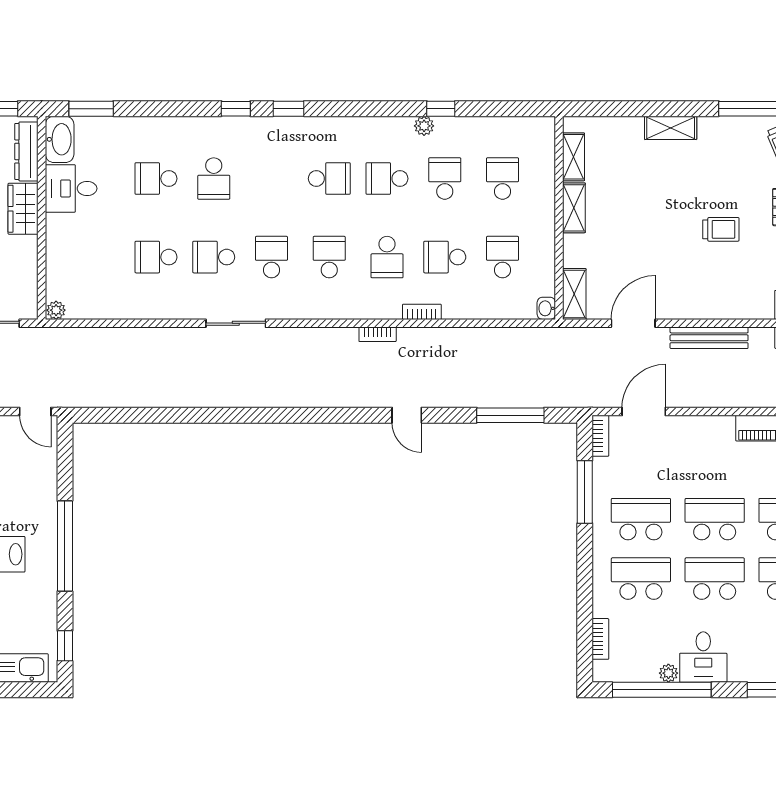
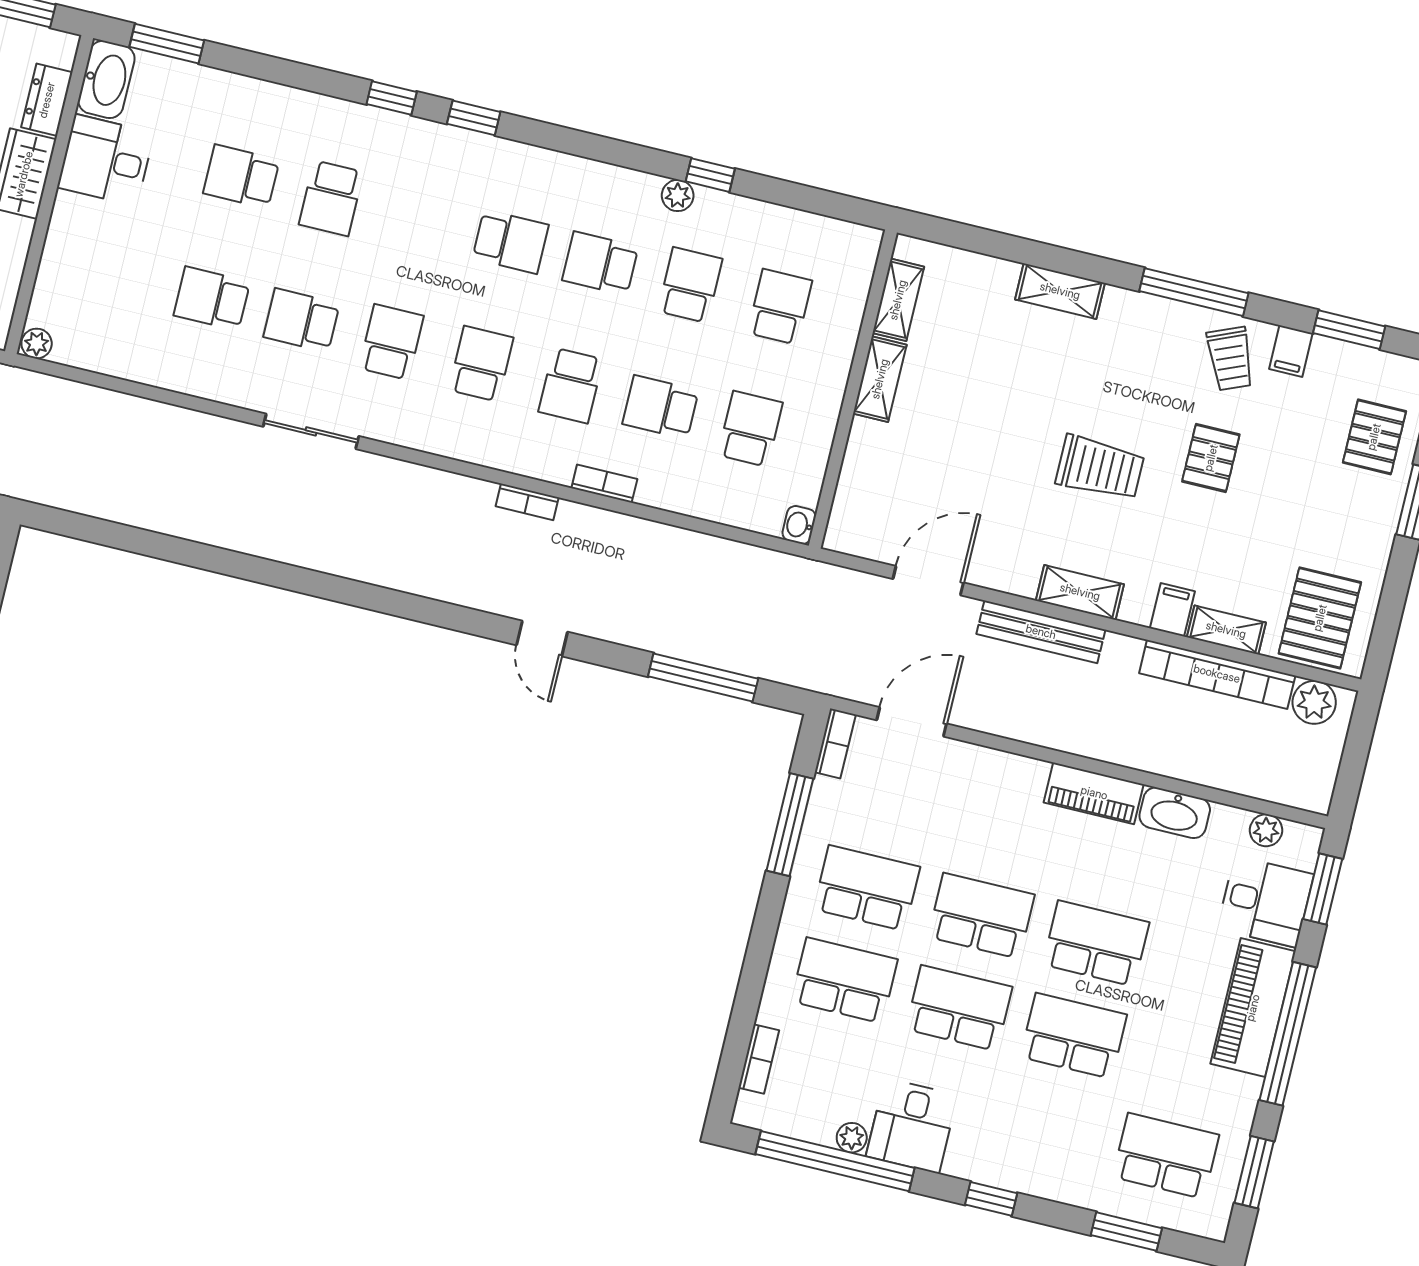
dresser: (26, 151) -> (47, 100), width x0.70
trolley: (721, 229) -> (1100, 468), width x1.36, depth x1.39
shelving: (574, 294) -> (1080, 592), moved, turned 90

